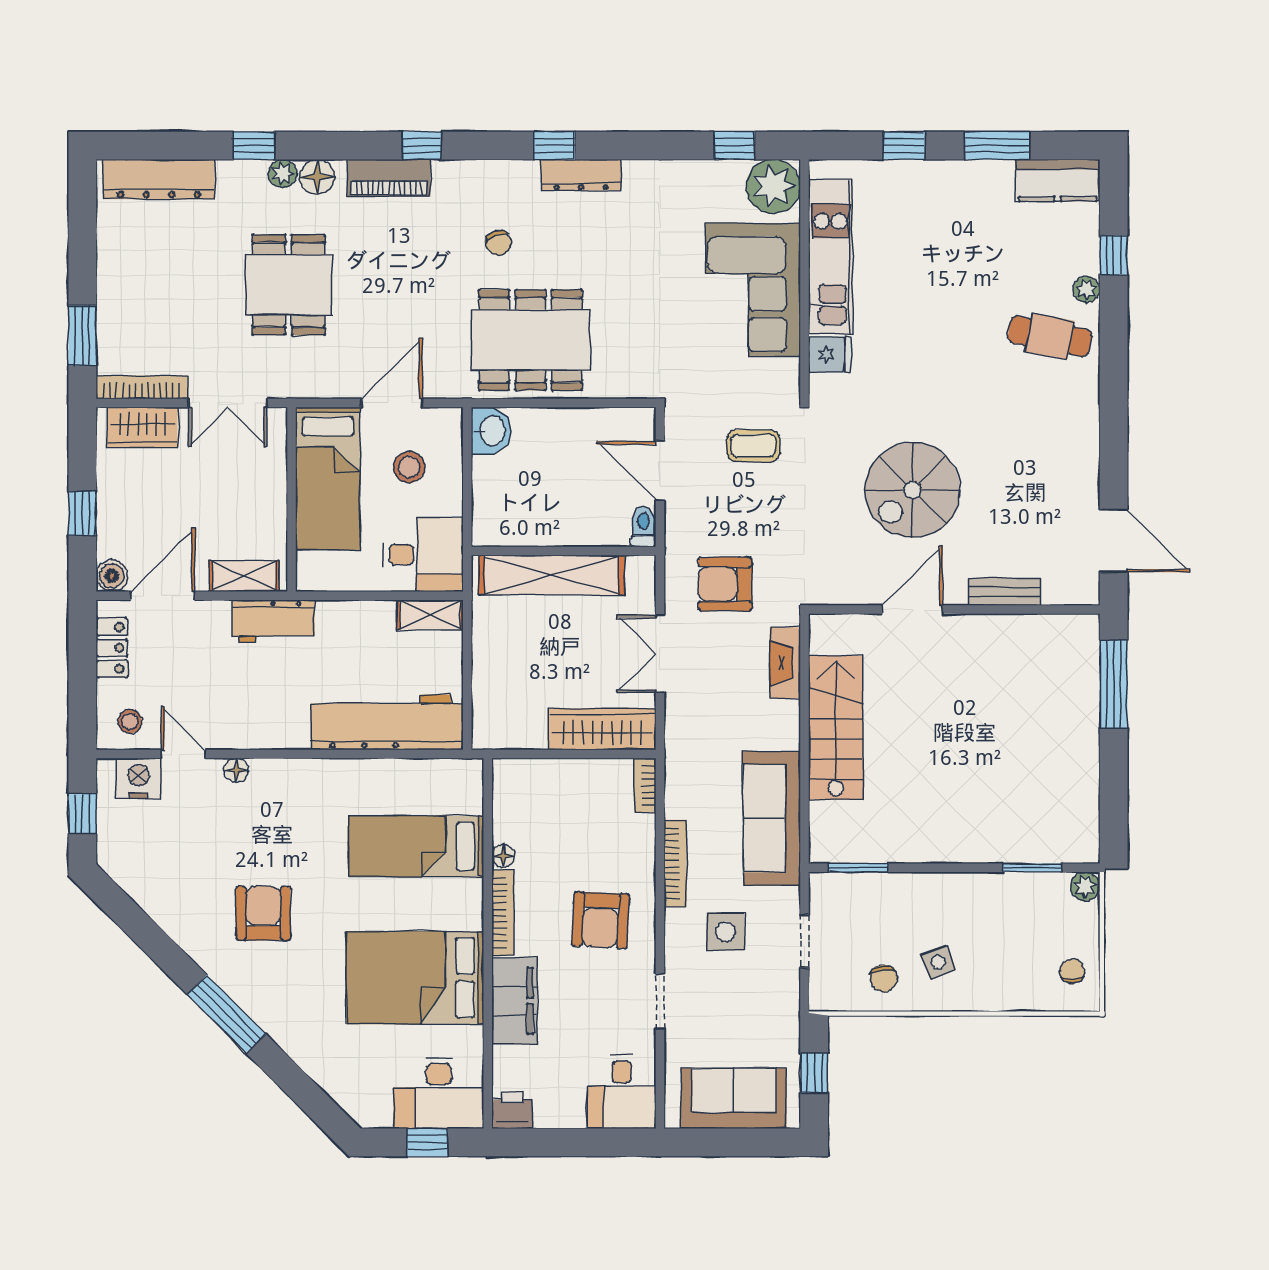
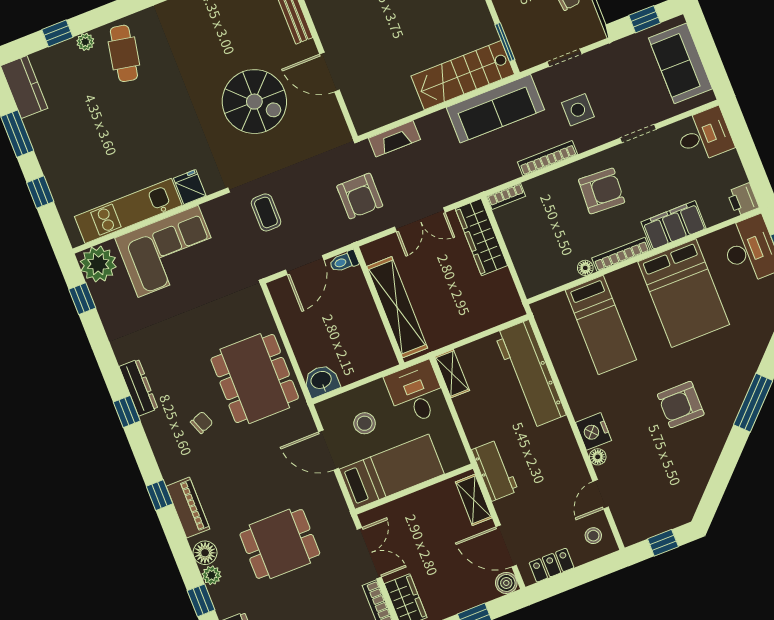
stairs: (836, 728) -> (463, 75), moved
nightstand: (138, 778) -> (593, 431), moved

